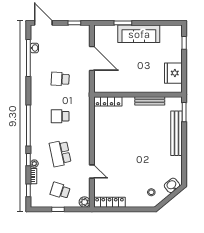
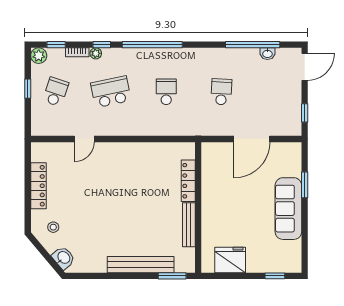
locker: (108, 101) -> (188, 181), moved
plant: (85, 202) -> (39, 56), moved
locker: (110, 202) -> (38, 186), moved

